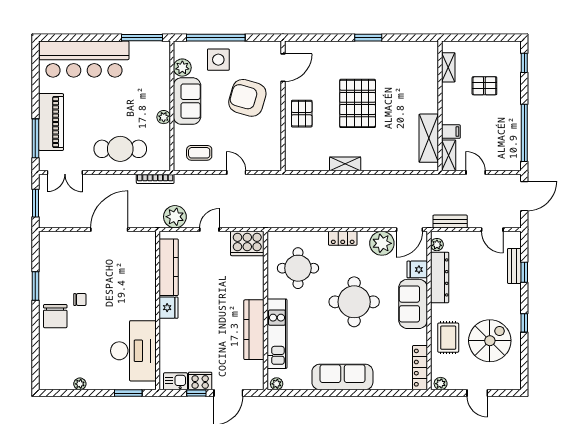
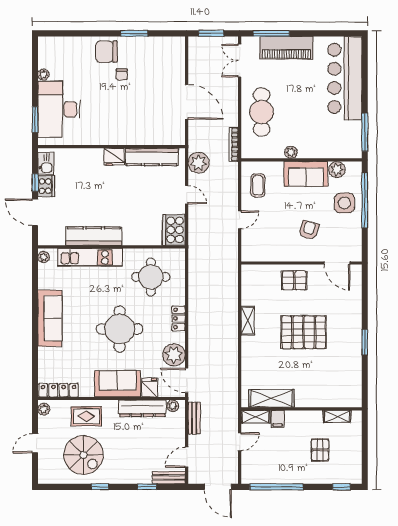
armchair: (247, 98) -> (309, 230), width x0.53, depth x0.53
bench: (514, 266) -> (169, 478), moved
desk: (133, 351) -> (59, 109), moved, turned 90

